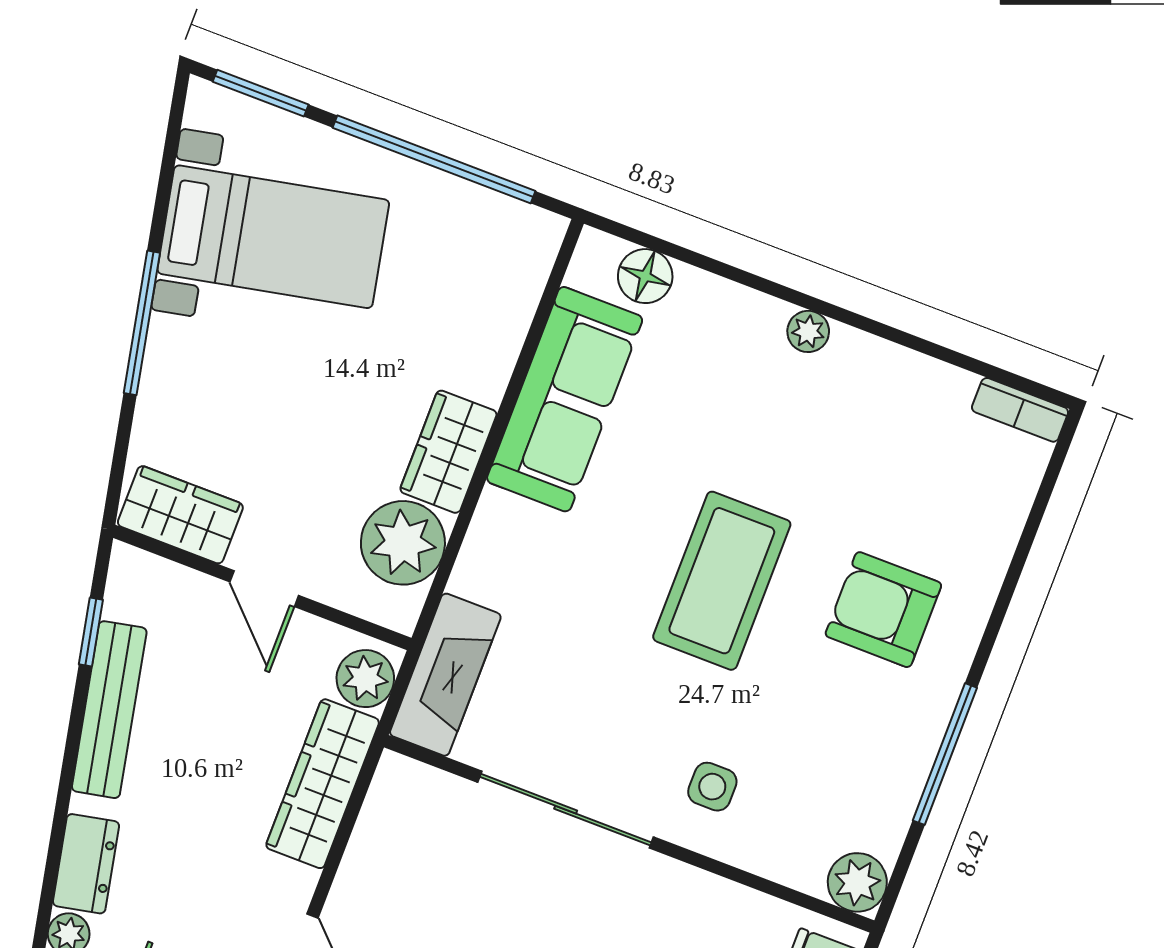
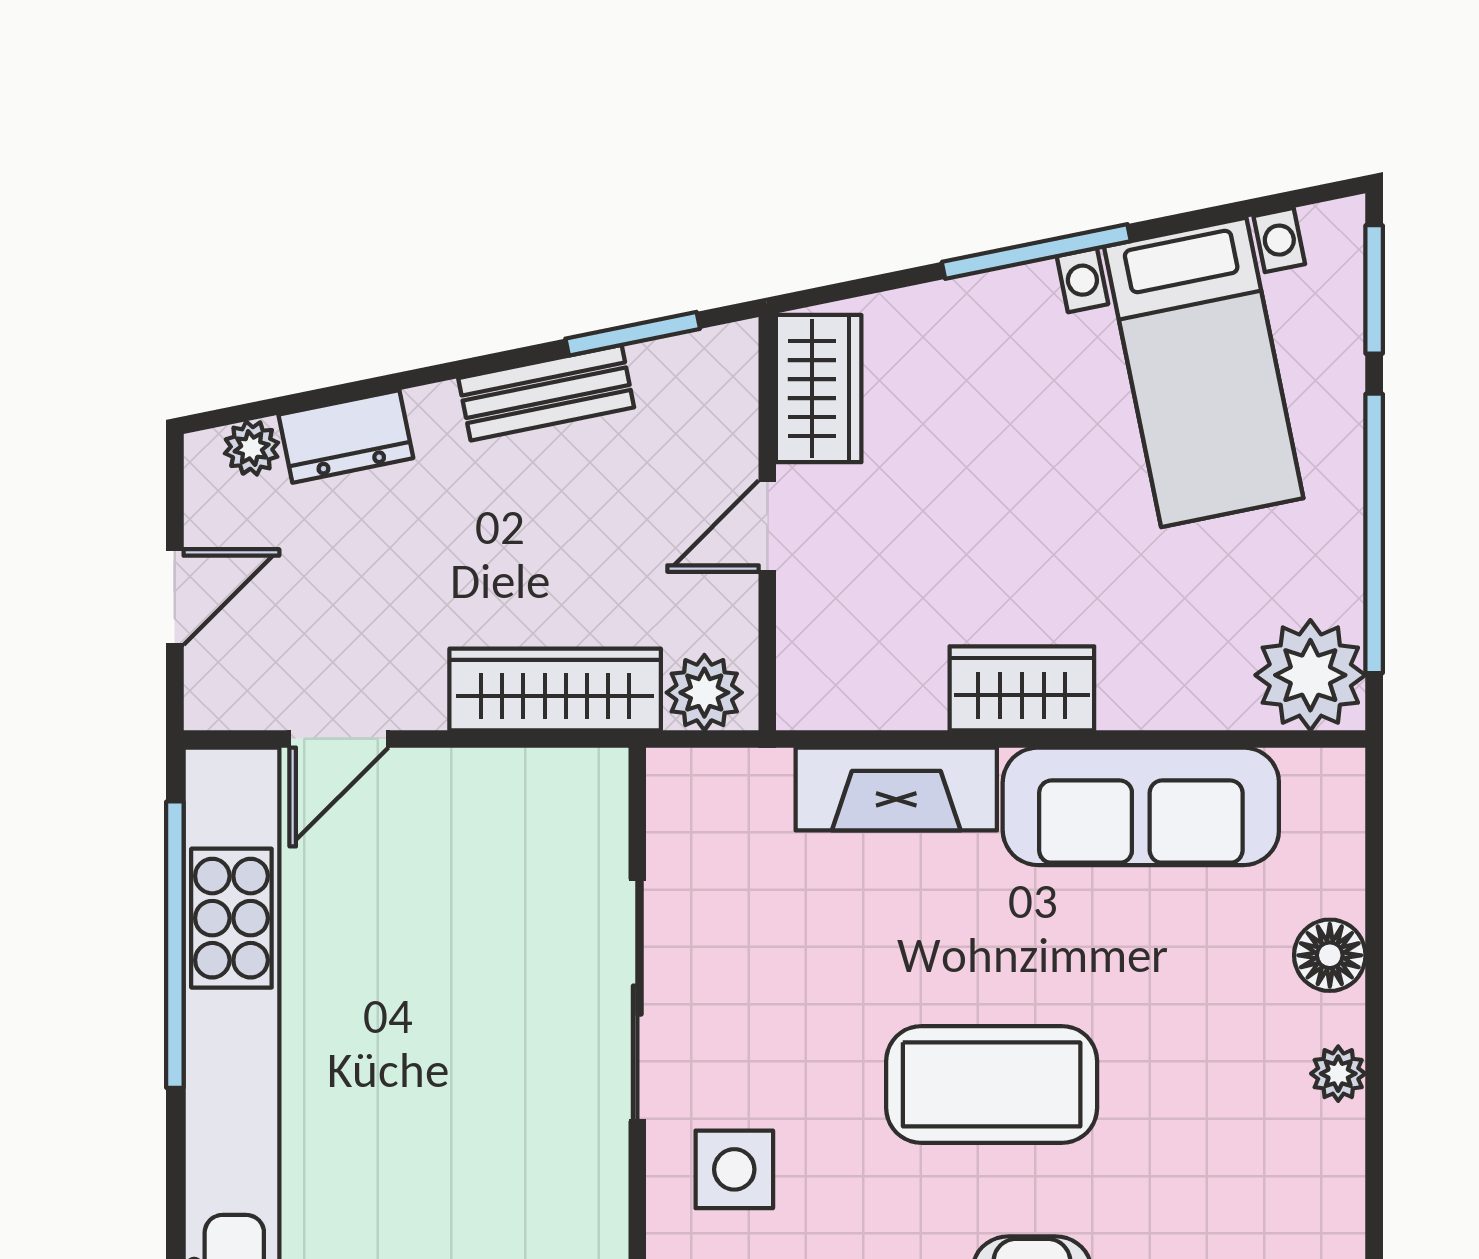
floor lamp: (645, 276) -> (1330, 955), moved
plant: (403, 543) -> (1310, 675), moved
window: (91, 632) -> (633, 334), width x1.50
fireplace: (445, 675) -> (896, 789), moved
bench: (109, 710) -> (546, 393), width x0.73
side table: (712, 787) -> (734, 1169), width x1.37, depth x1.37

